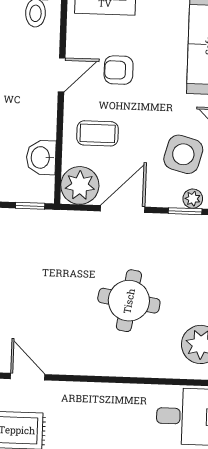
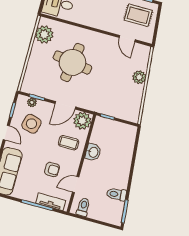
door: (62, 75) -> (76, 185), moved
washbasin: (41, 157) -> (93, 152), moved
round table: (129, 301) -> (72, 62), width x1.36, depth x1.36

